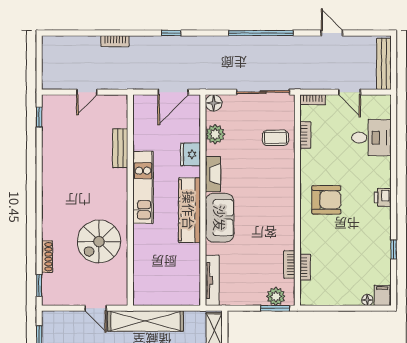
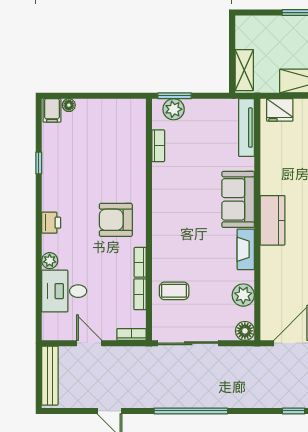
fridge: (190, 154) -> (280, 110), moved, turned 90
plant: (384, 164) -> (50, 261), added
kitchen counter: (189, 210) -> (273, 220), width x0.67
bookcase: (305, 267) -> (140, 262), moved

